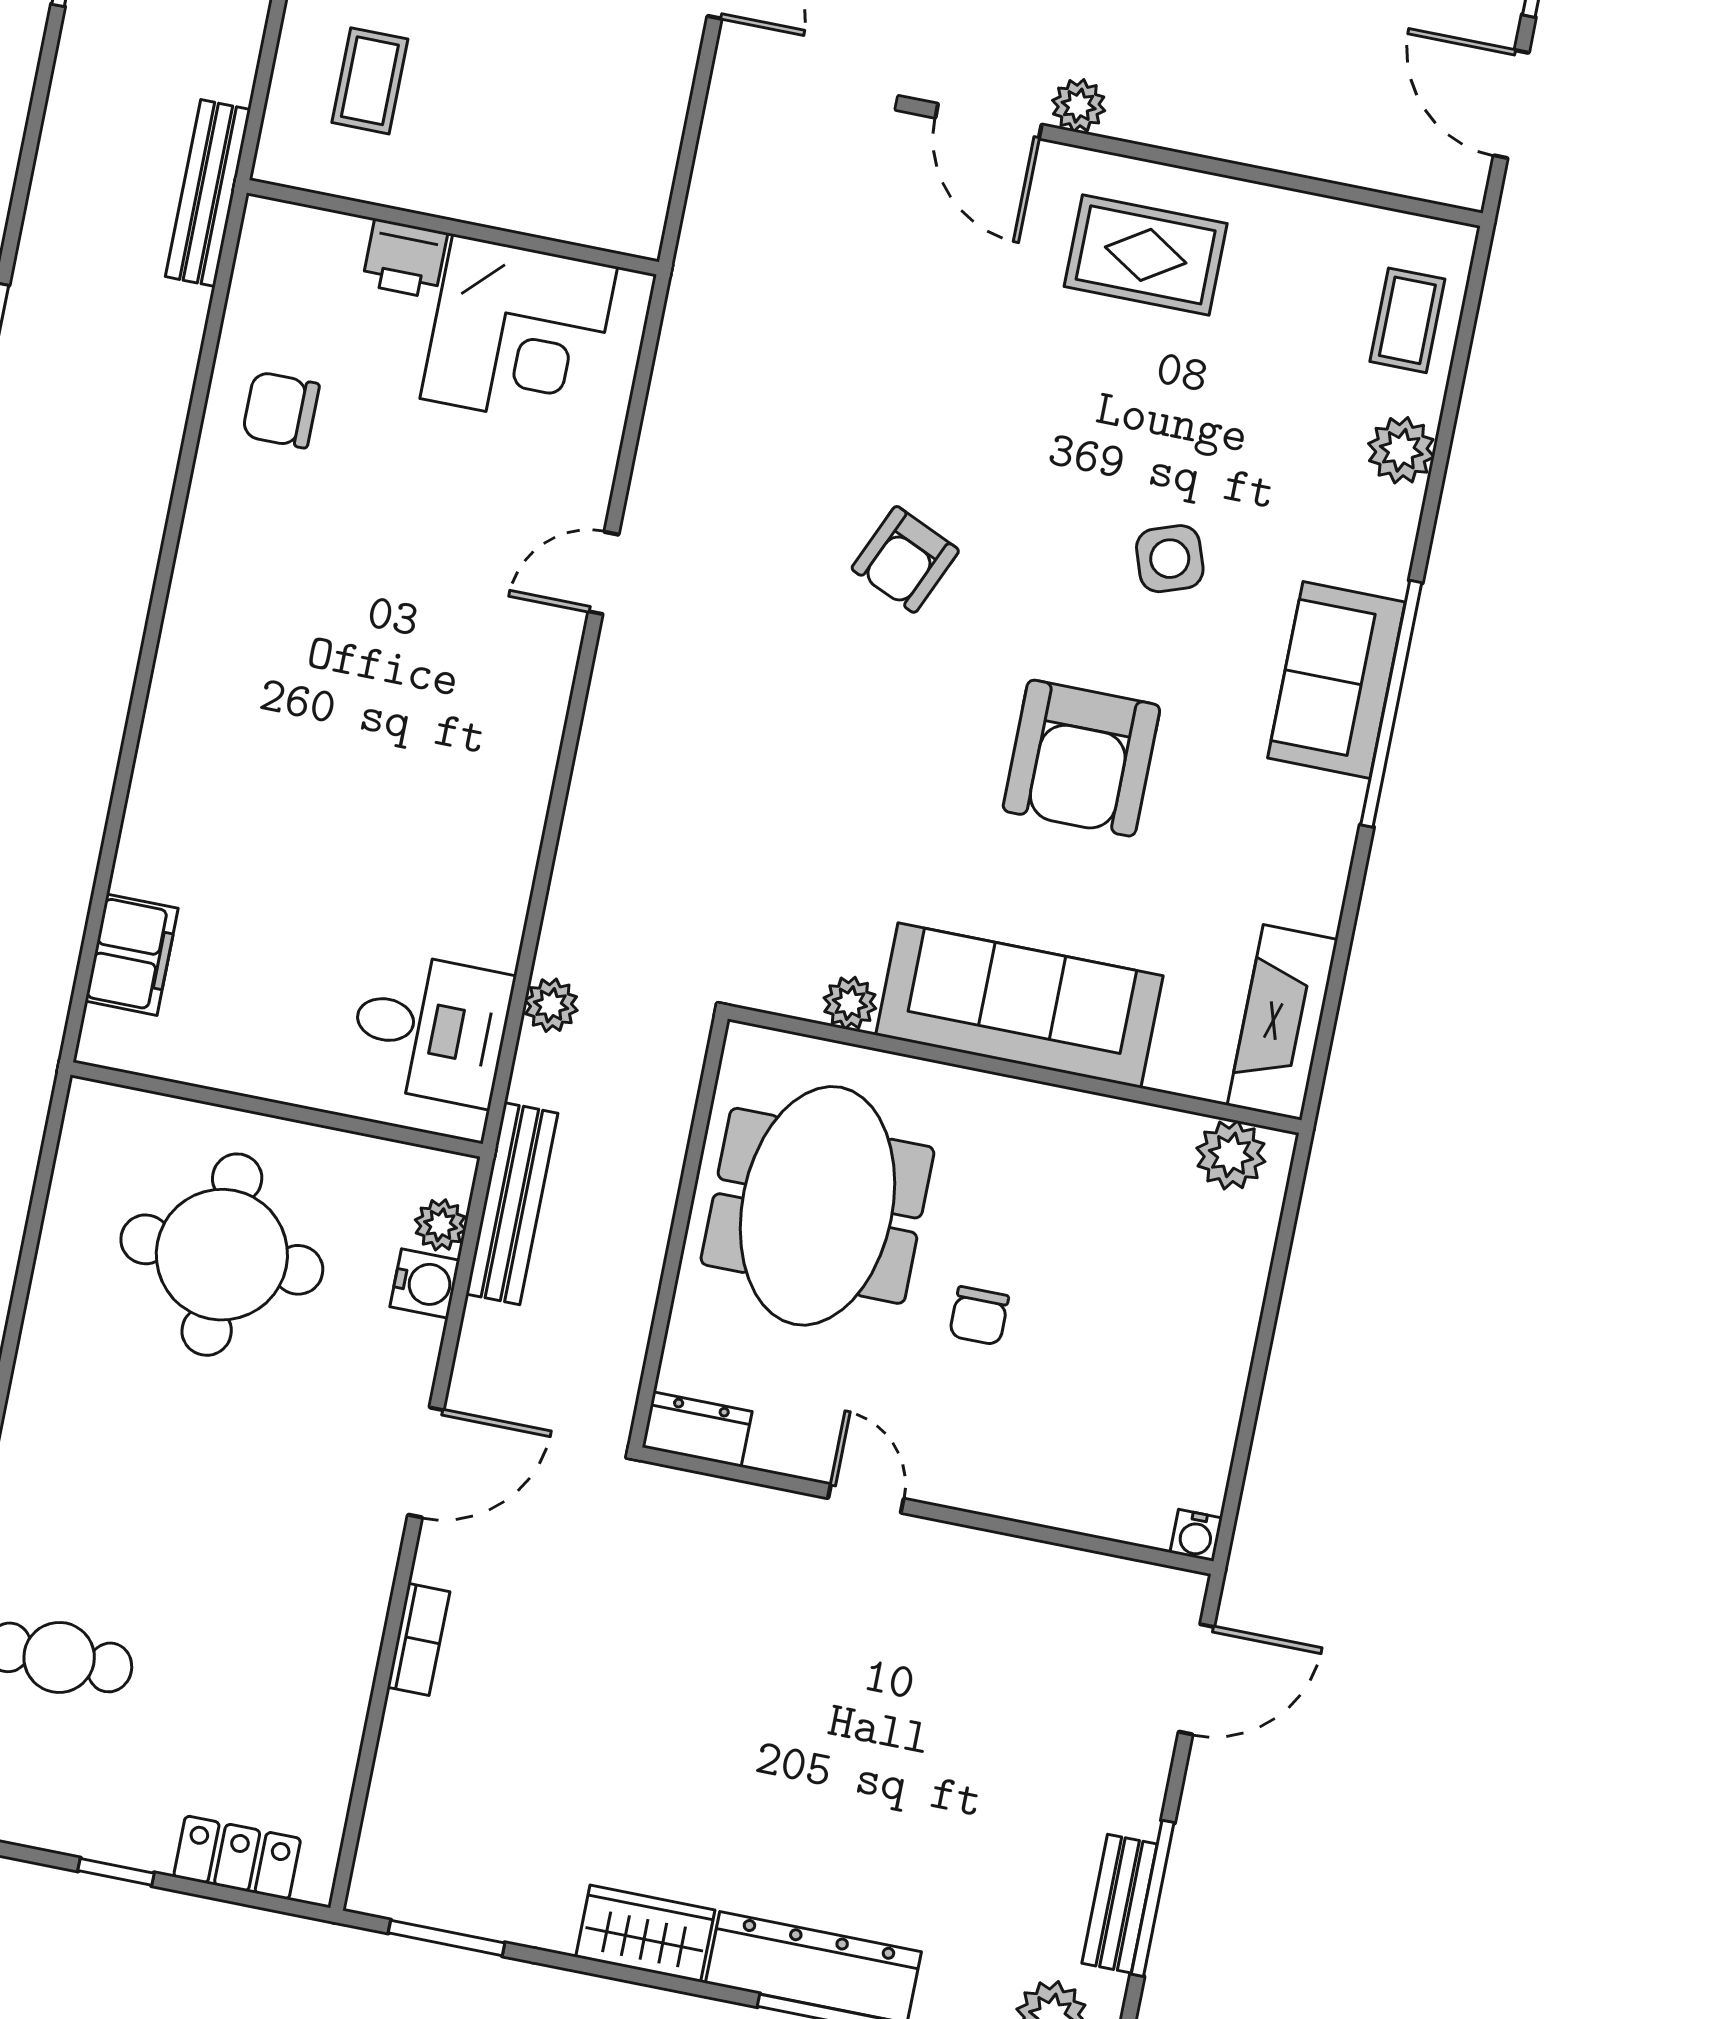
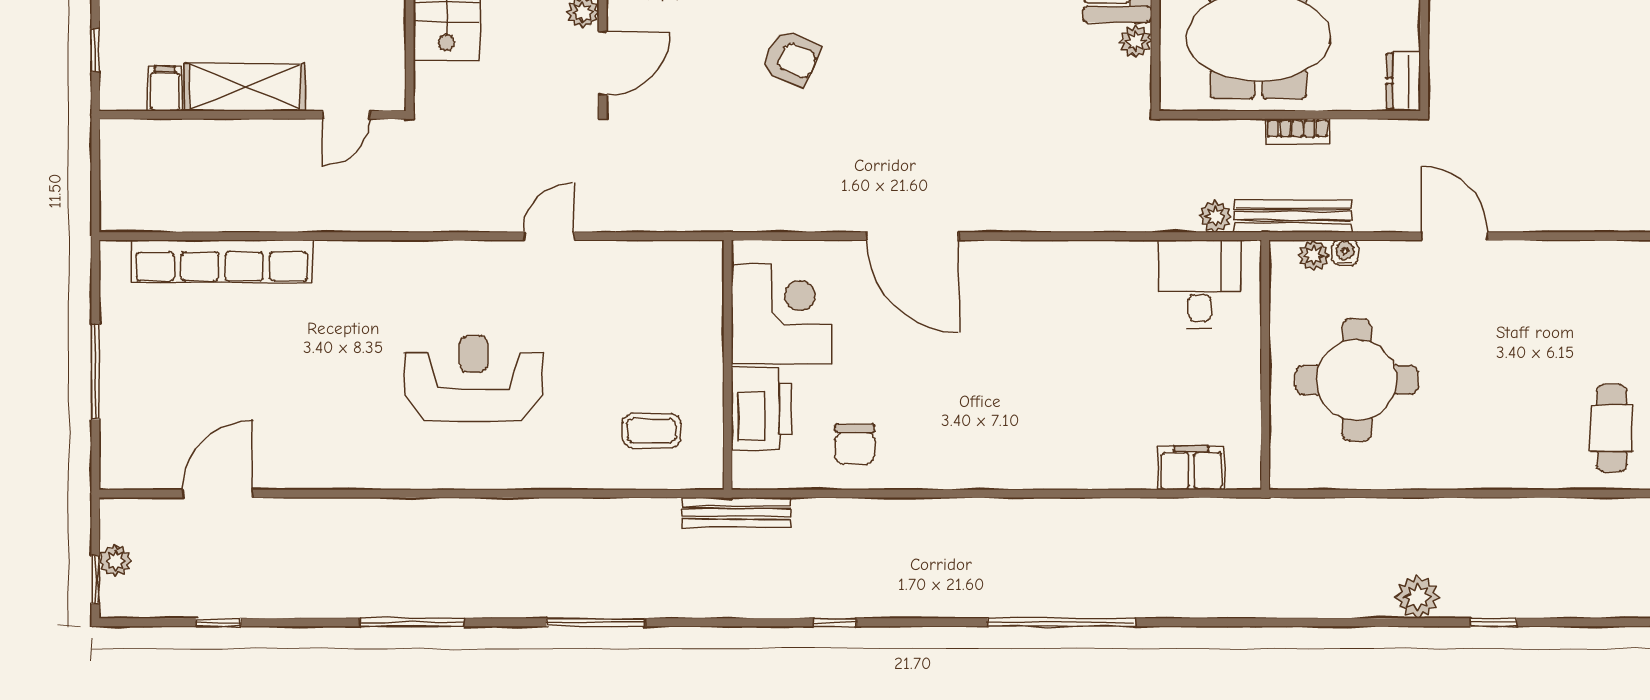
printer: (405, 259) -> (761, 409), width x1.87, depth x1.48
armchair: (905, 559) -> (791, 58), moved
door: (604, 573) -> (913, 236), width x1.88
plant: (551, 1005) -> (1215, 216), moved
water cooler: (425, 1283) -> (1345, 253), width x0.72, depth x0.72
bookcase: (419, 1639) -> (1298, 131), moved, turned 180

